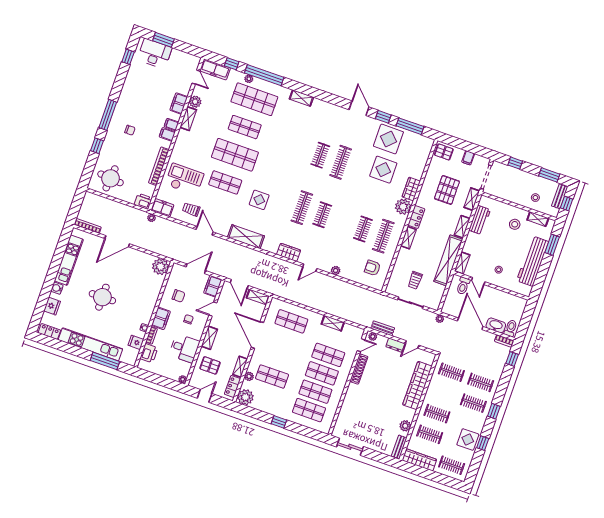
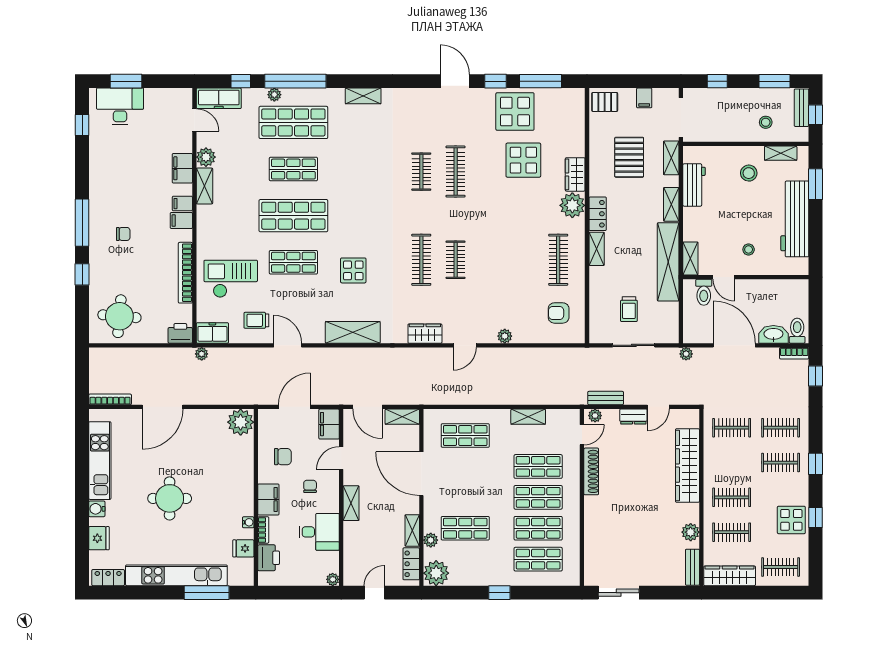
clothes rail: (363, 229) -> (524, 260), removed
pallet: (210, 365) -> (367, 544), removed

